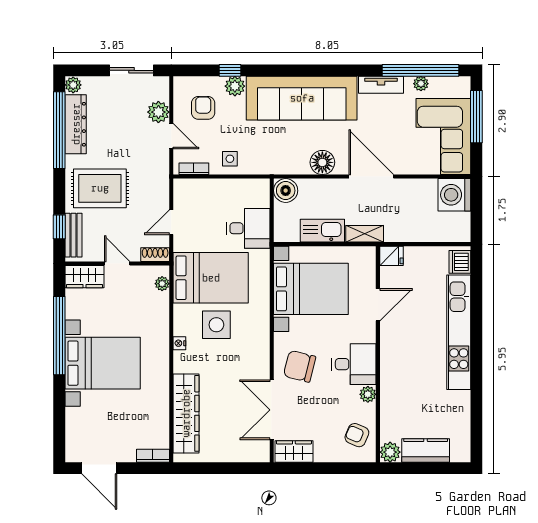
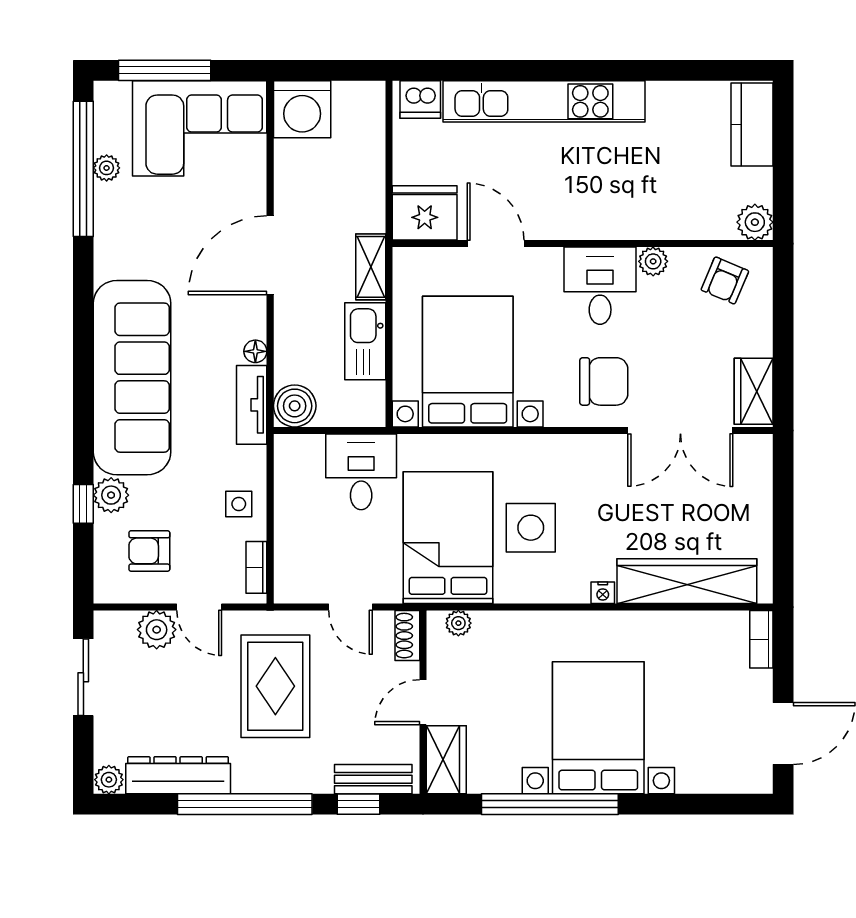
tv unit: (381, 85) -> (252, 405), moved, turned 180
window: (59, 130) -> (245, 804), moved
door: (171, 136) -> (199, 607), swing flipped
floor lamp: (322, 162) -> (255, 351), width x0.53, depth x0.53
rug: (100, 188) -> (275, 686), moved
fridge: (391, 256) -> (425, 213), width x1.88, depth x1.34
nightstand: (179, 343) -> (603, 593), moved
chair: (300, 366) -> (604, 381), turned -104
kitchen counter: (426, 451) -> (752, 124), moved

